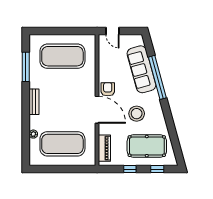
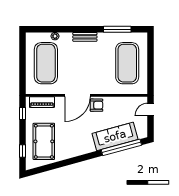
window: (157, 77) -> (121, 147), moved
stool: (137, 114) -> (74, 132), removed
window: (130, 169) -> (22, 114), moved

